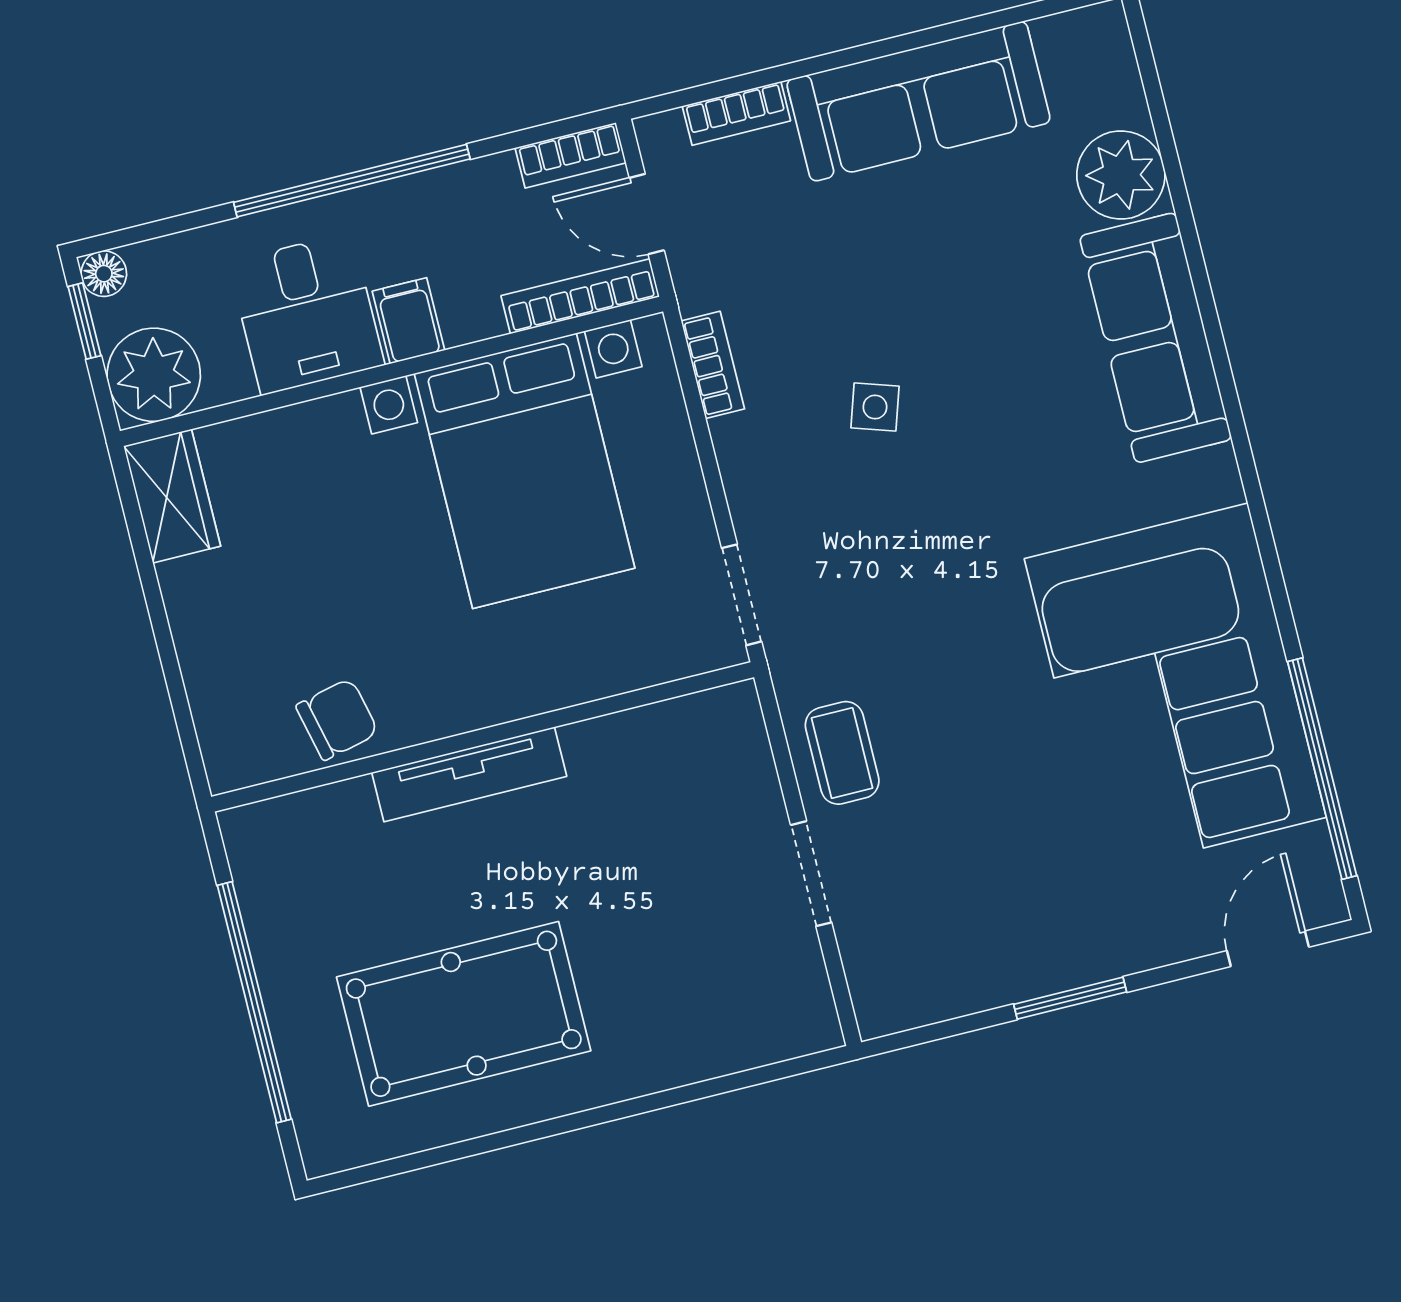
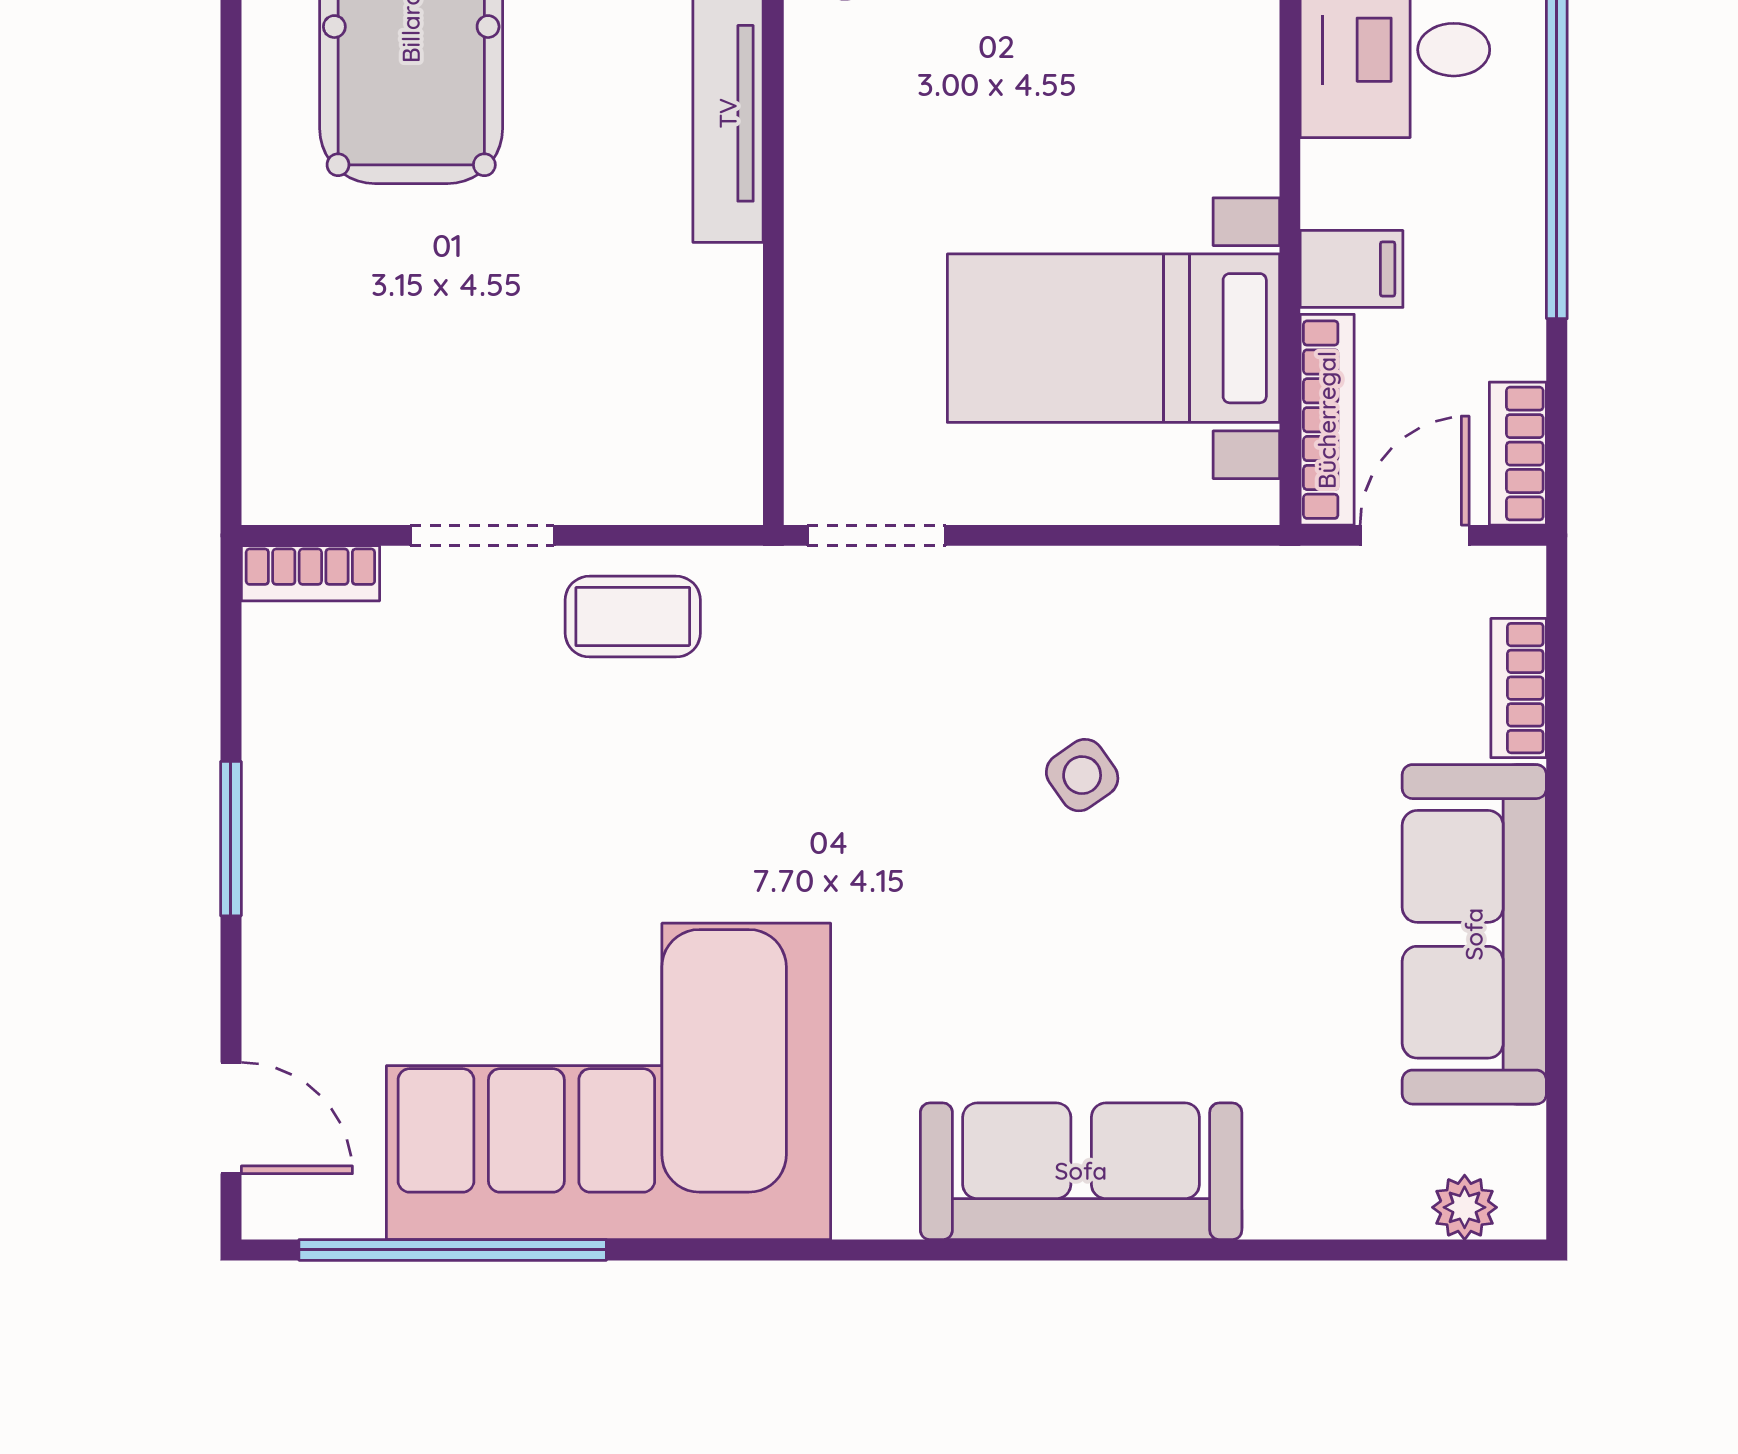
plant: (1121, 175) -> (1465, 1207), moved, width x0.53, depth x0.53
filing cabinet: (408, 321) -> (1352, 269), moved
bookcase: (713, 365) -> (310, 573), moved
side table: (875, 407) -> (1082, 775), turned 37
bed with nightstands: (524, 471) -> (1113, 338), width x0.73

